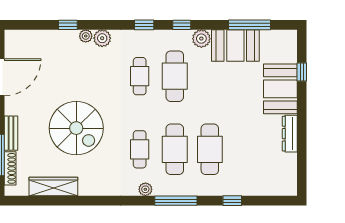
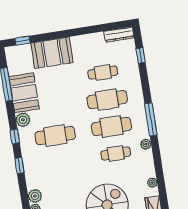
window: (302, 72) -> (22, 41), moved
cafe table: (140, 76) -> (103, 73), moved
dresser: (290, 134) -> (119, 35), moved
plant: (95, 190) -> (152, 183), added
window: (232, 201) -> (141, 55), moved

